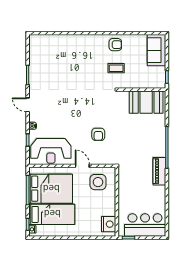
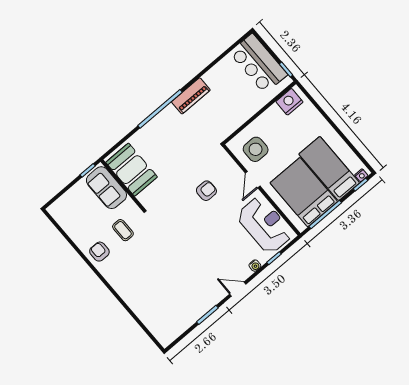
sofa: (156, 50) -> (106, 188), moved, turned 90
door: (28, 105) -> (238, 289), swing flipped

